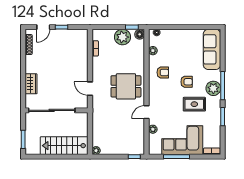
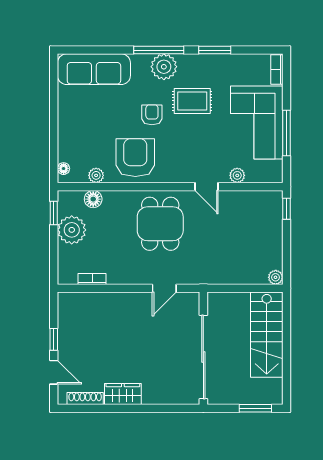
floor lamp: (140, 34) -> (93, 199), moved
armchair: (163, 72) -> (135, 158), width x1.88, depth x1.88
wardrobe: (31, 84) -> (123, 394), moved
rug: (194, 104) -> (192, 101), turned 90

